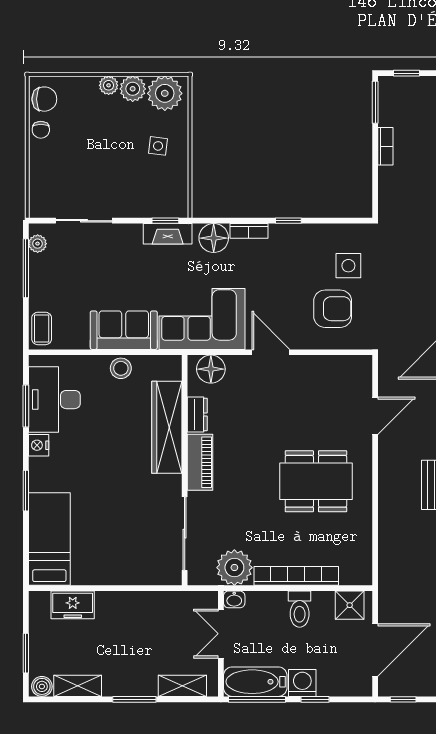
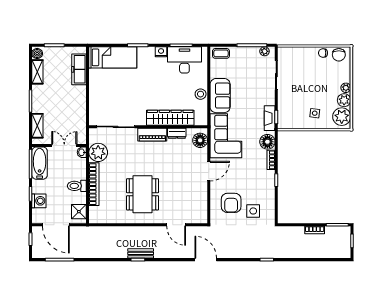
freezer: (73, 605) -> (79, 69), width x1.40
washing machine: (302, 683) -> (39, 201), moved

